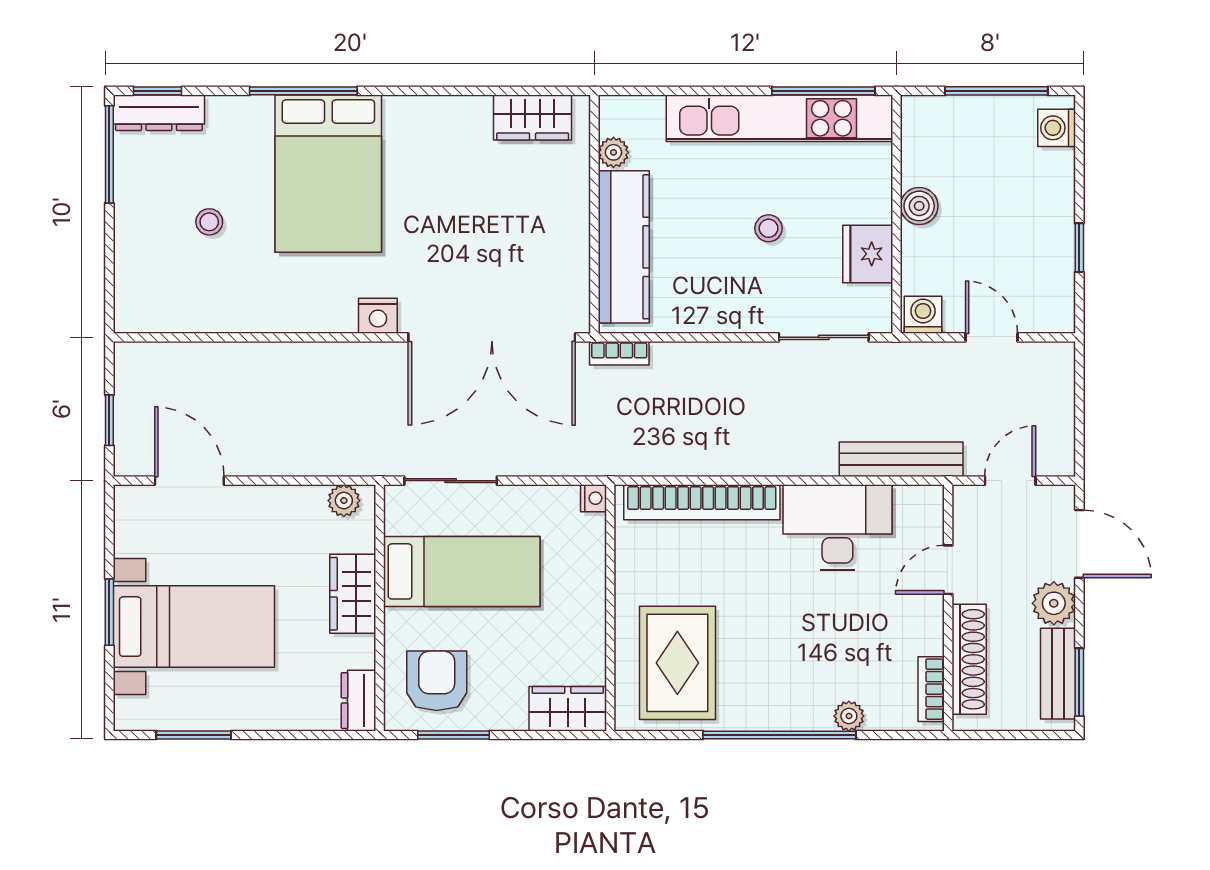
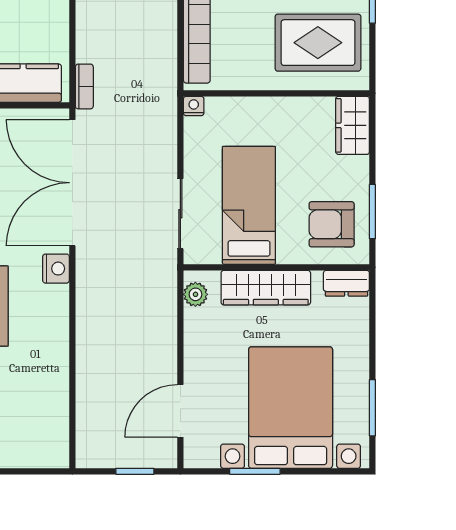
double door: (492, 337) -> (72, 183), swing flipped
wardrobe: (353, 594) -> (266, 288), width x1.50
window: (109, 612) -> (255, 471), moved
bed with nightstands: (194, 627) -> (291, 408), width x1.36

